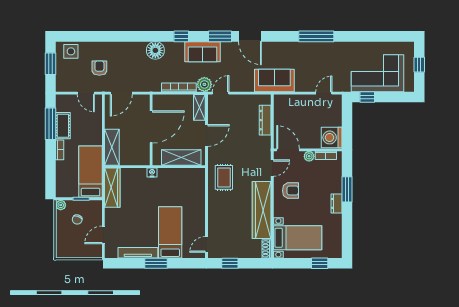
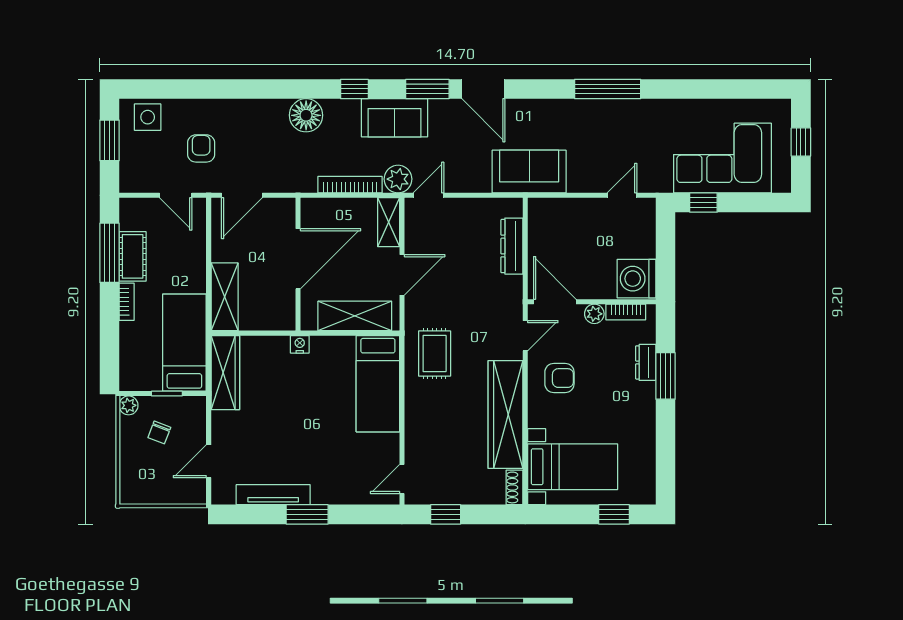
dresser: (336, 203) -> (646, 362), moved
bed: (170, 232) -> (378, 384), moved, turned 180

